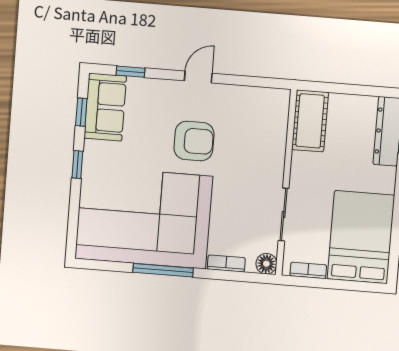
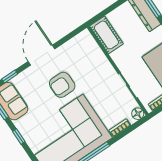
door: (198, 77) -> (42, 55), width x1.88
armchair: (194, 141) -> (62, 85), turned 180

